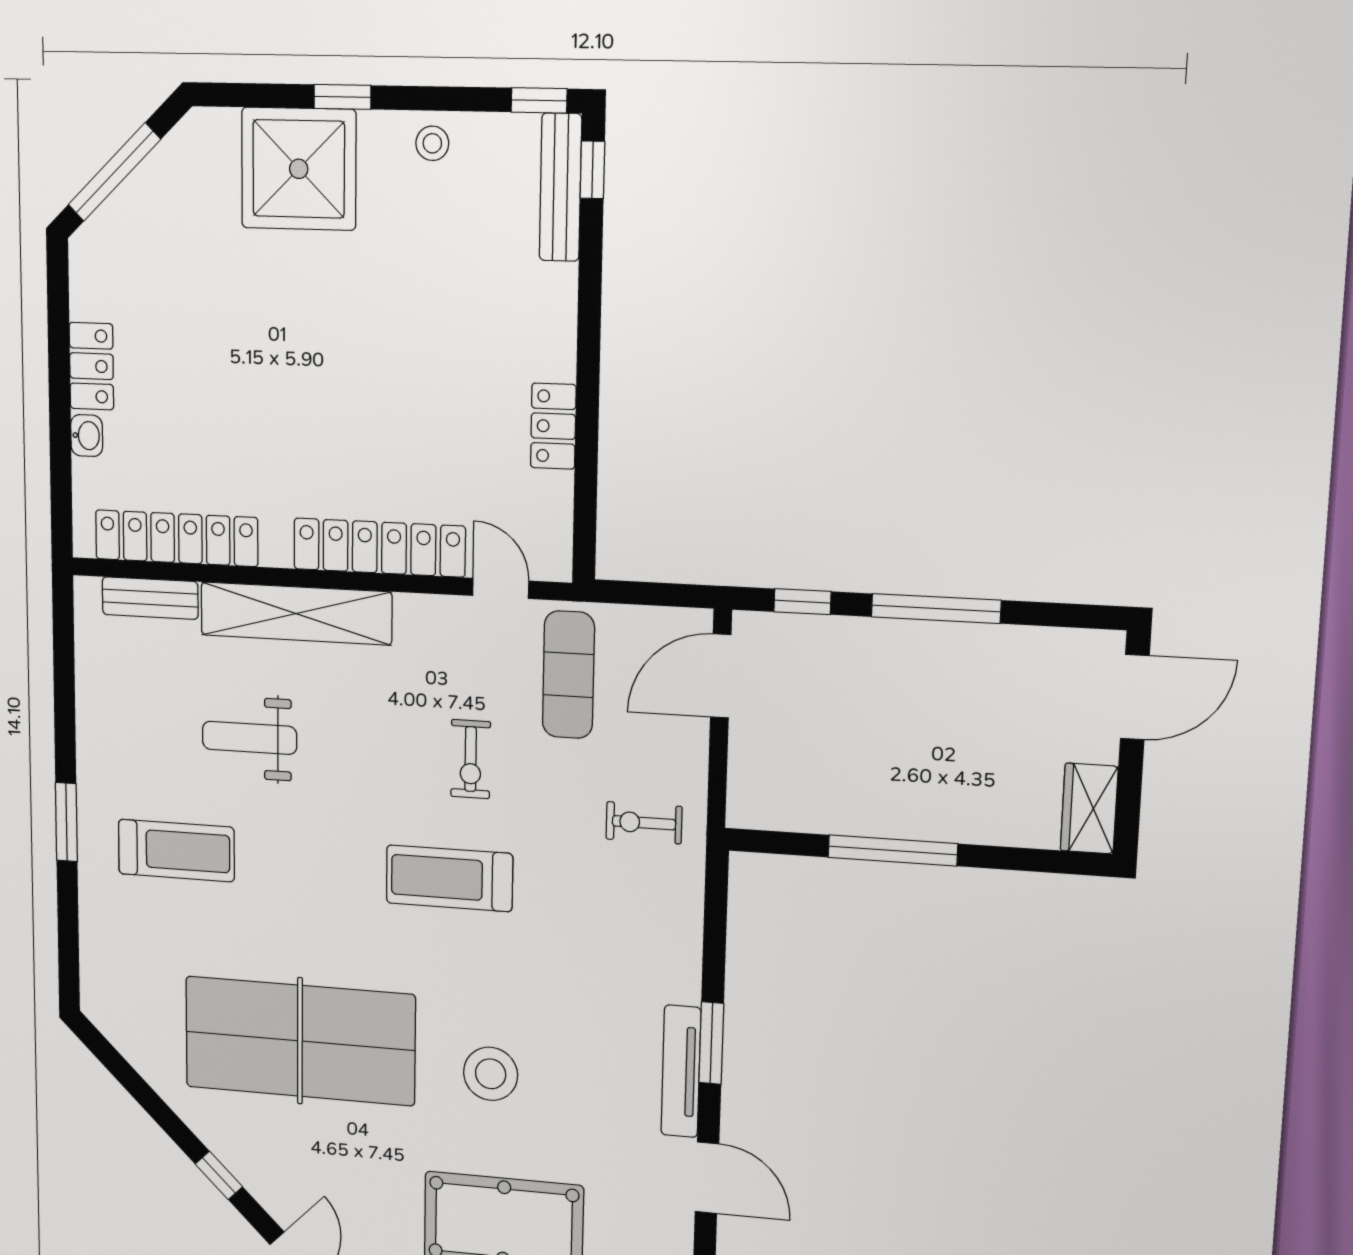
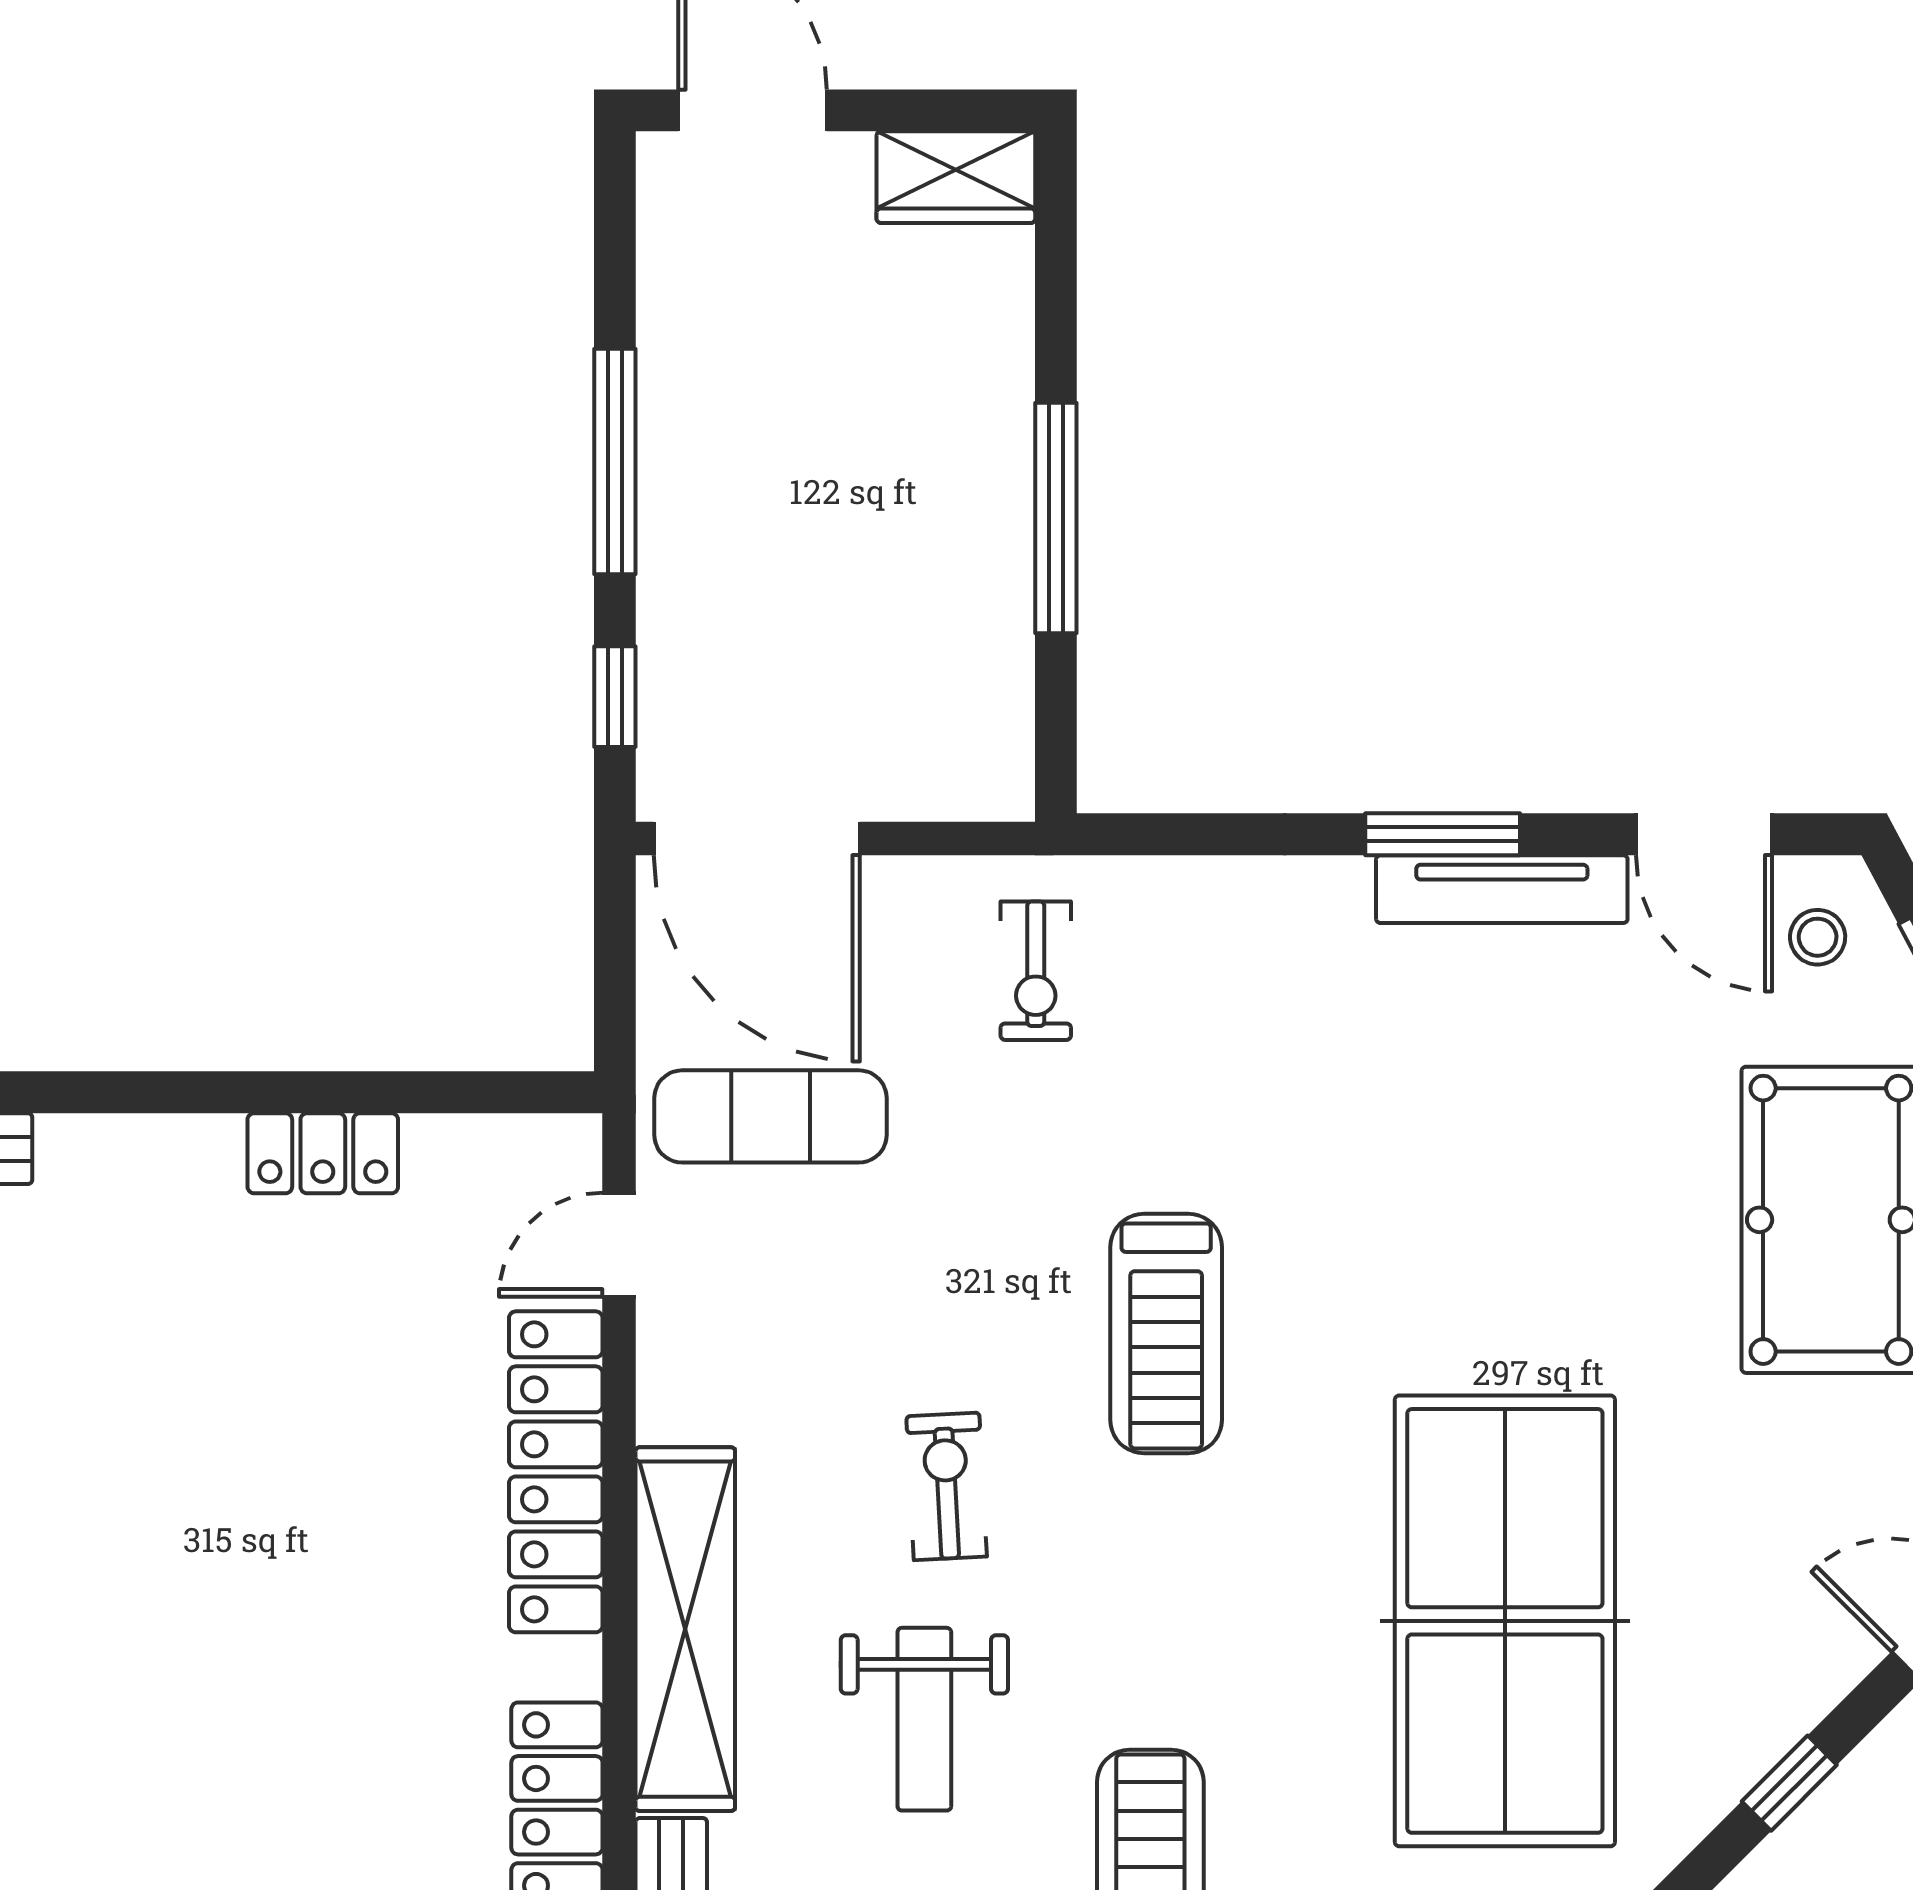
door: (721, 676) -> (757, 838), width x1.36
exercise bike: (471, 759) -> (947, 1486), moved, turned -93
stool: (491, 1074) -> (1818, 937), moved, width x0.53, depth x0.53
door: (707, 1178) -> (1704, 834), swing flipped

